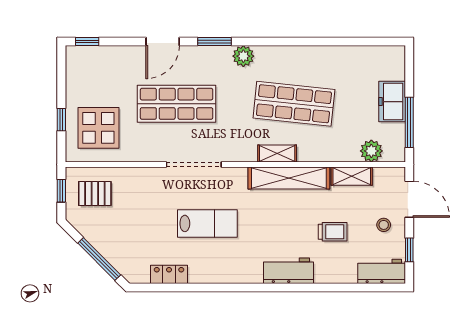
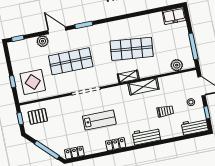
door: (163, 42) -> (57, 30), swing flipped
plant: (243, 56) -> (43, 41), moved
freezer: (392, 102) -> (174, 16), moved, turned -90
shelving: (352, 176) -> (169, 80), removed
shelving: (289, 178) -> (143, 86), width x0.68
locker: (169, 274) -> (74, 153), moved
locker: (229, 274) -> (116, 144), added

